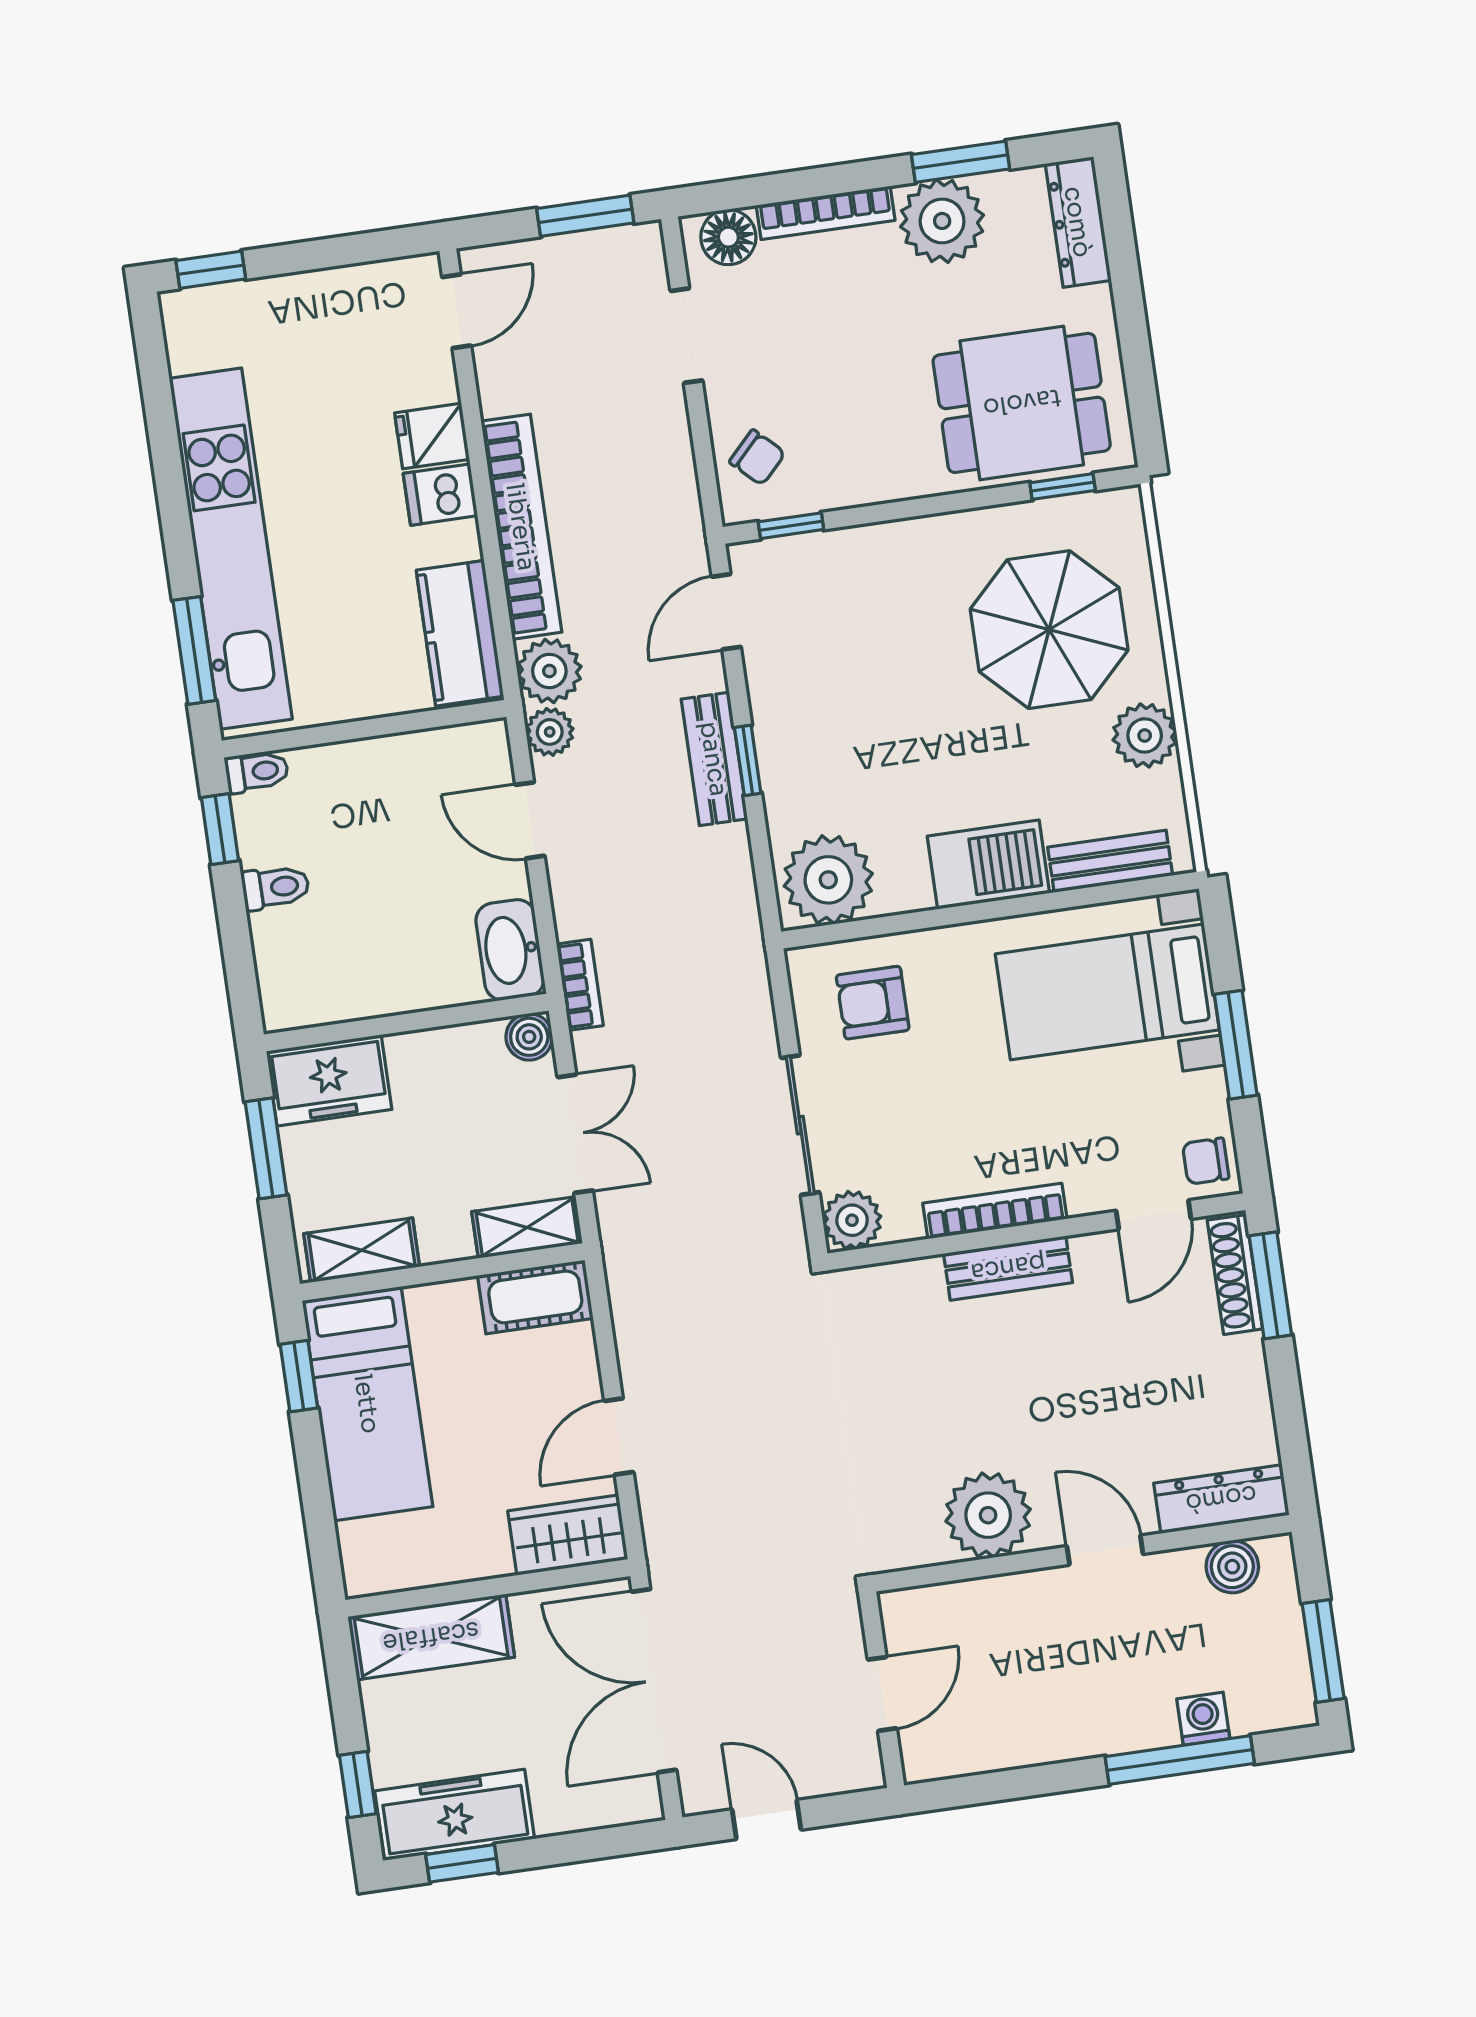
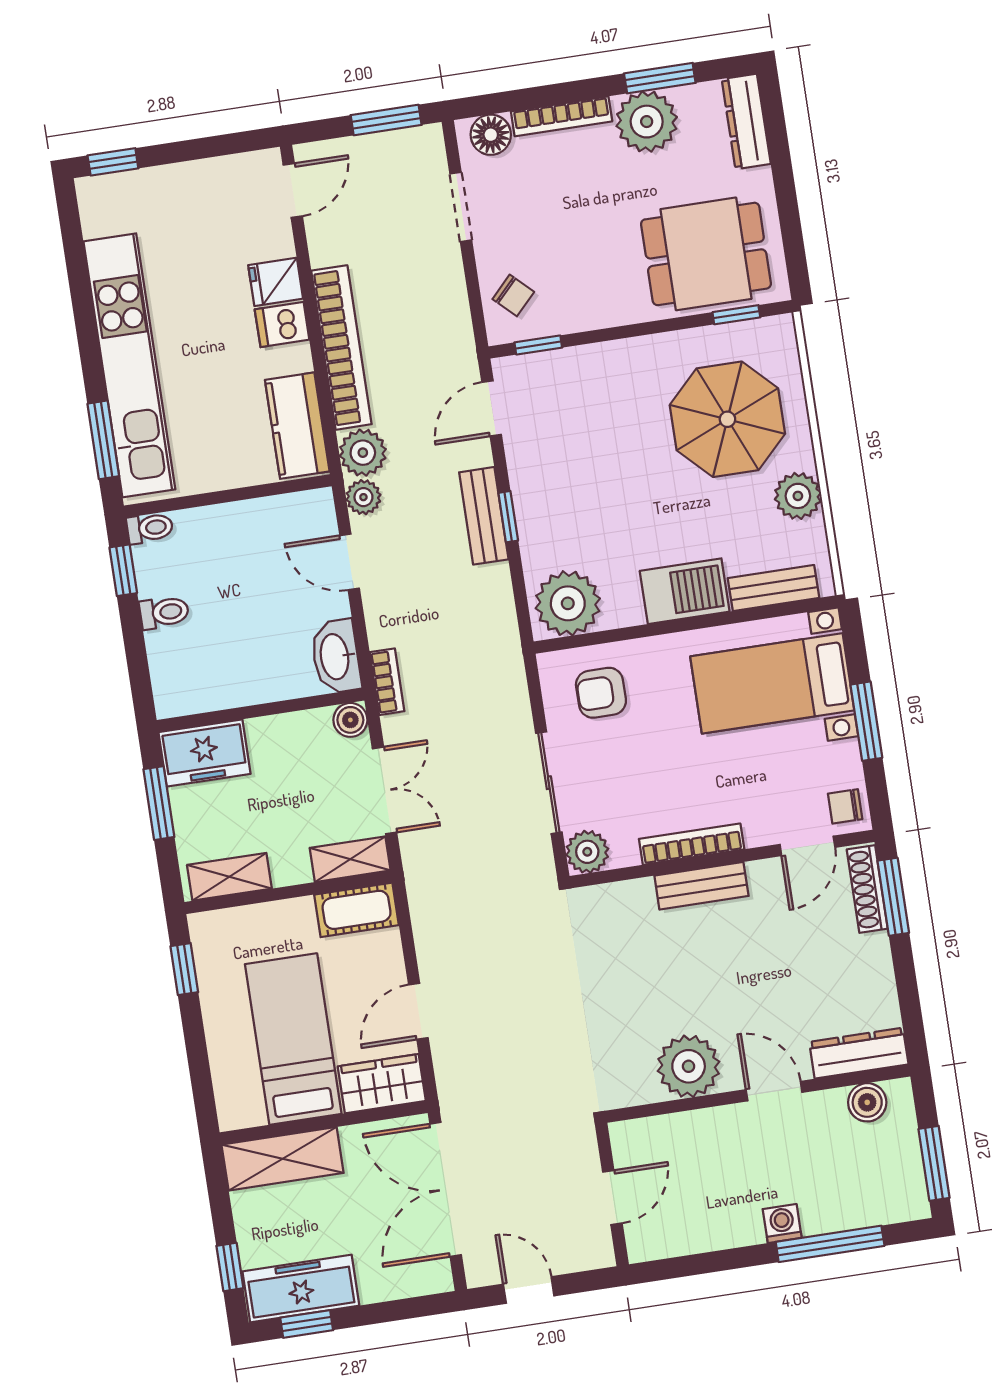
bed: (367, 1404) -> (293, 1039), moved, turned 180
washing machine: (1203, 1719) -> (782, 1223), moved

